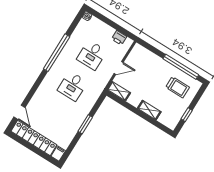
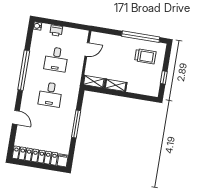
printer: (119, 38) -> (56, 31), moved
door: (119, 68) -> (87, 49), moved
shelving: (149, 110) -> (116, 85), moved
door: (20, 112) -> (16, 117), moved
window: (85, 124) -> (76, 124), width x1.44

